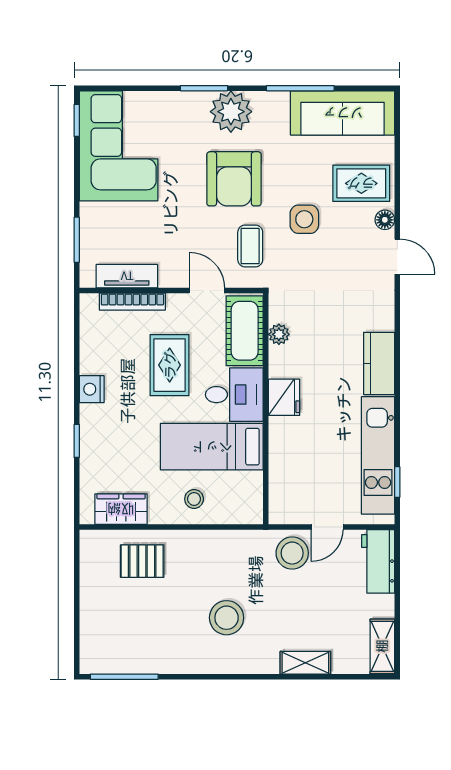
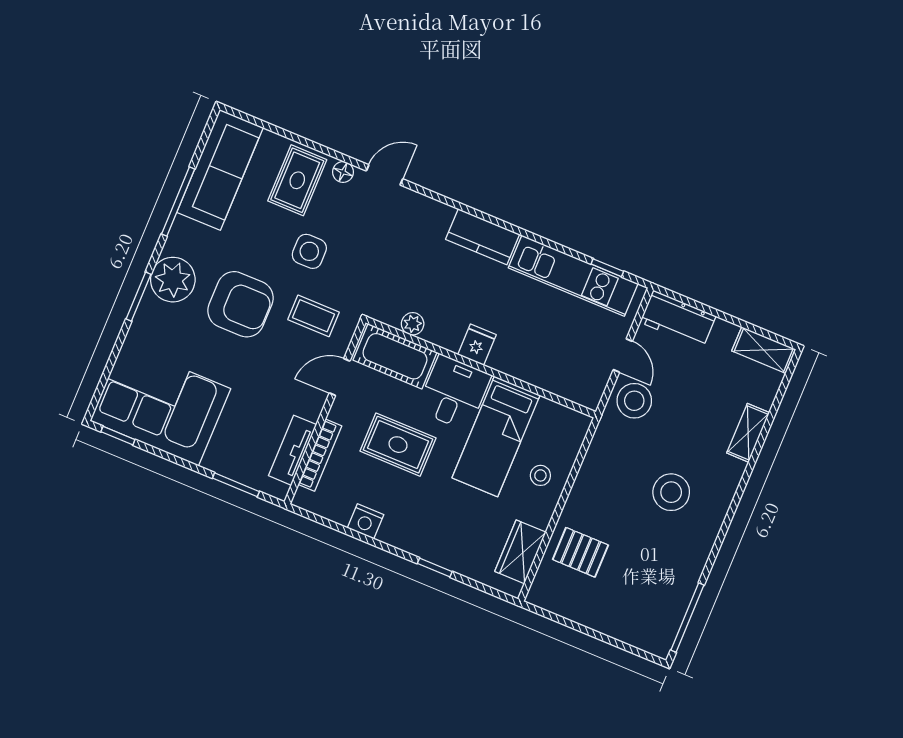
nightstand: (92, 389) -> (365, 521), moved
fridge: (284, 397) -> (477, 345), width x0.72
pallet: (142, 561) -> (580, 552), turned 90

